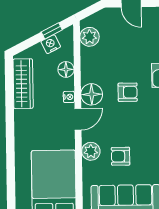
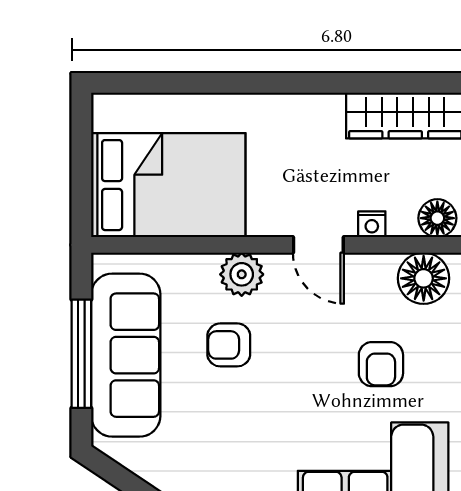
floor lamp: (92, 94) -> (424, 278), moved
armchair: (121, 156) -> (229, 345), turned -90

